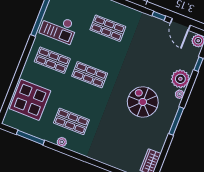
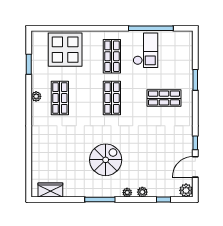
checkout: (59, 28) -> (145, 50), turned 180
shop shelf: (108, 28) -> (164, 98), turned 90
plant: (180, 79) -> (142, 192), width x0.53, depth x0.53
window: (30, 137) -> (29, 64), width x0.69

